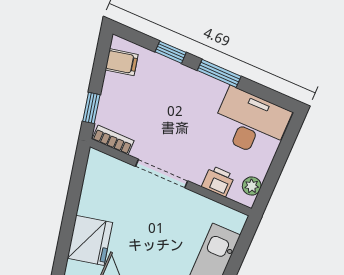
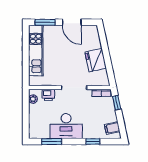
window: (219, 73) -> (52, 142), moved
desk: (251, 123) -> (66, 126), moved
fridge: (90, 240) -> (96, 60), moved

